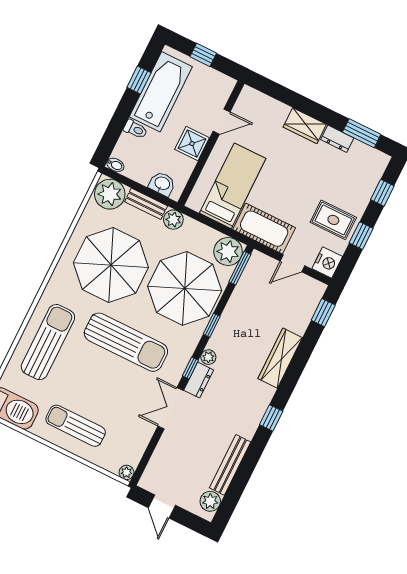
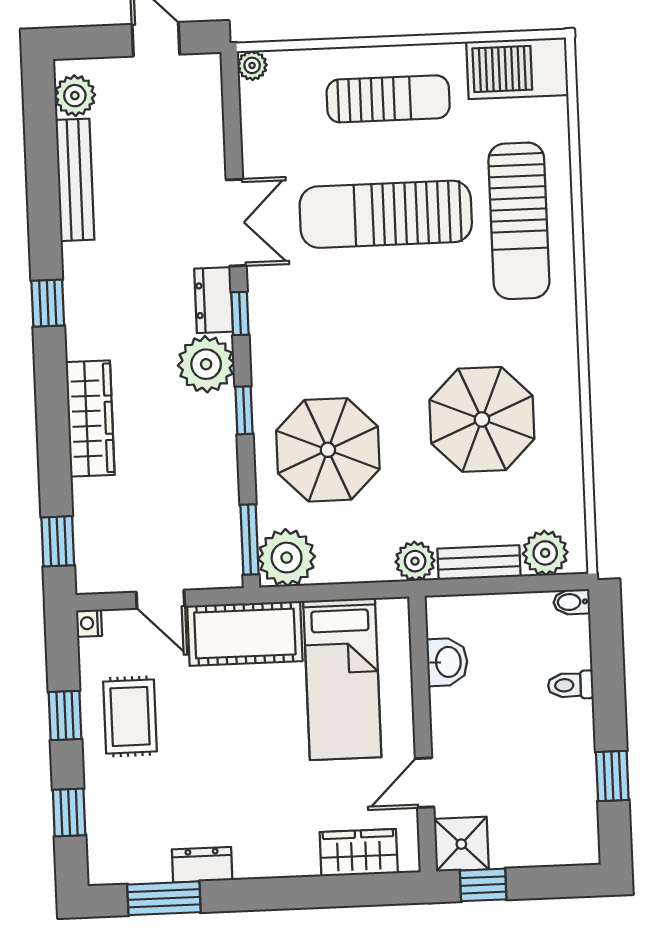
window: (203, 55) -> (483, 885), moved
bathtub: (161, 92) -> (562, 777), removed
wardrobe: (305, 126) -> (359, 853), moved
shower: (192, 144) -> (461, 844), moved
washbasin: (162, 184) -> (447, 662), moved, turned -90
plant: (110, 194) -> (545, 553), width x0.73, depth x0.73
rug: (333, 220) -> (130, 716), turned 90
door: (292, 263) -> (160, 599), swing flipped
nightstand: (327, 263) -> (89, 623), width x0.53, depth x0.56
parasol: (111, 265) -> (482, 419), width x0.73, depth x0.73
parasol: (185, 288) -> (328, 450), width x0.73, depth x0.73
sun lounger: (126, 342) -> (386, 214), moved
plant: (208, 357) -> (206, 364), width x1.88, depth x1.88

